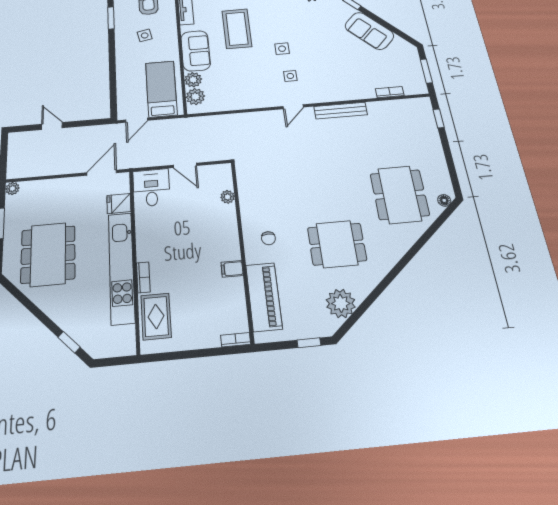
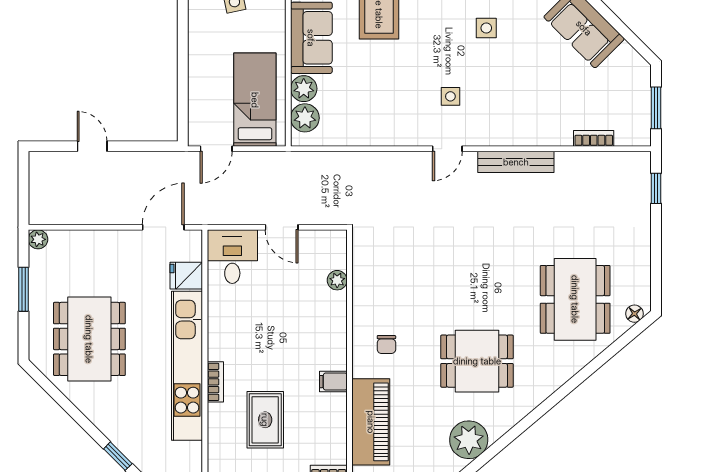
side table: (282, 49) -> (486, 28), moved
rug: (156, 316) -> (265, 420), moved

